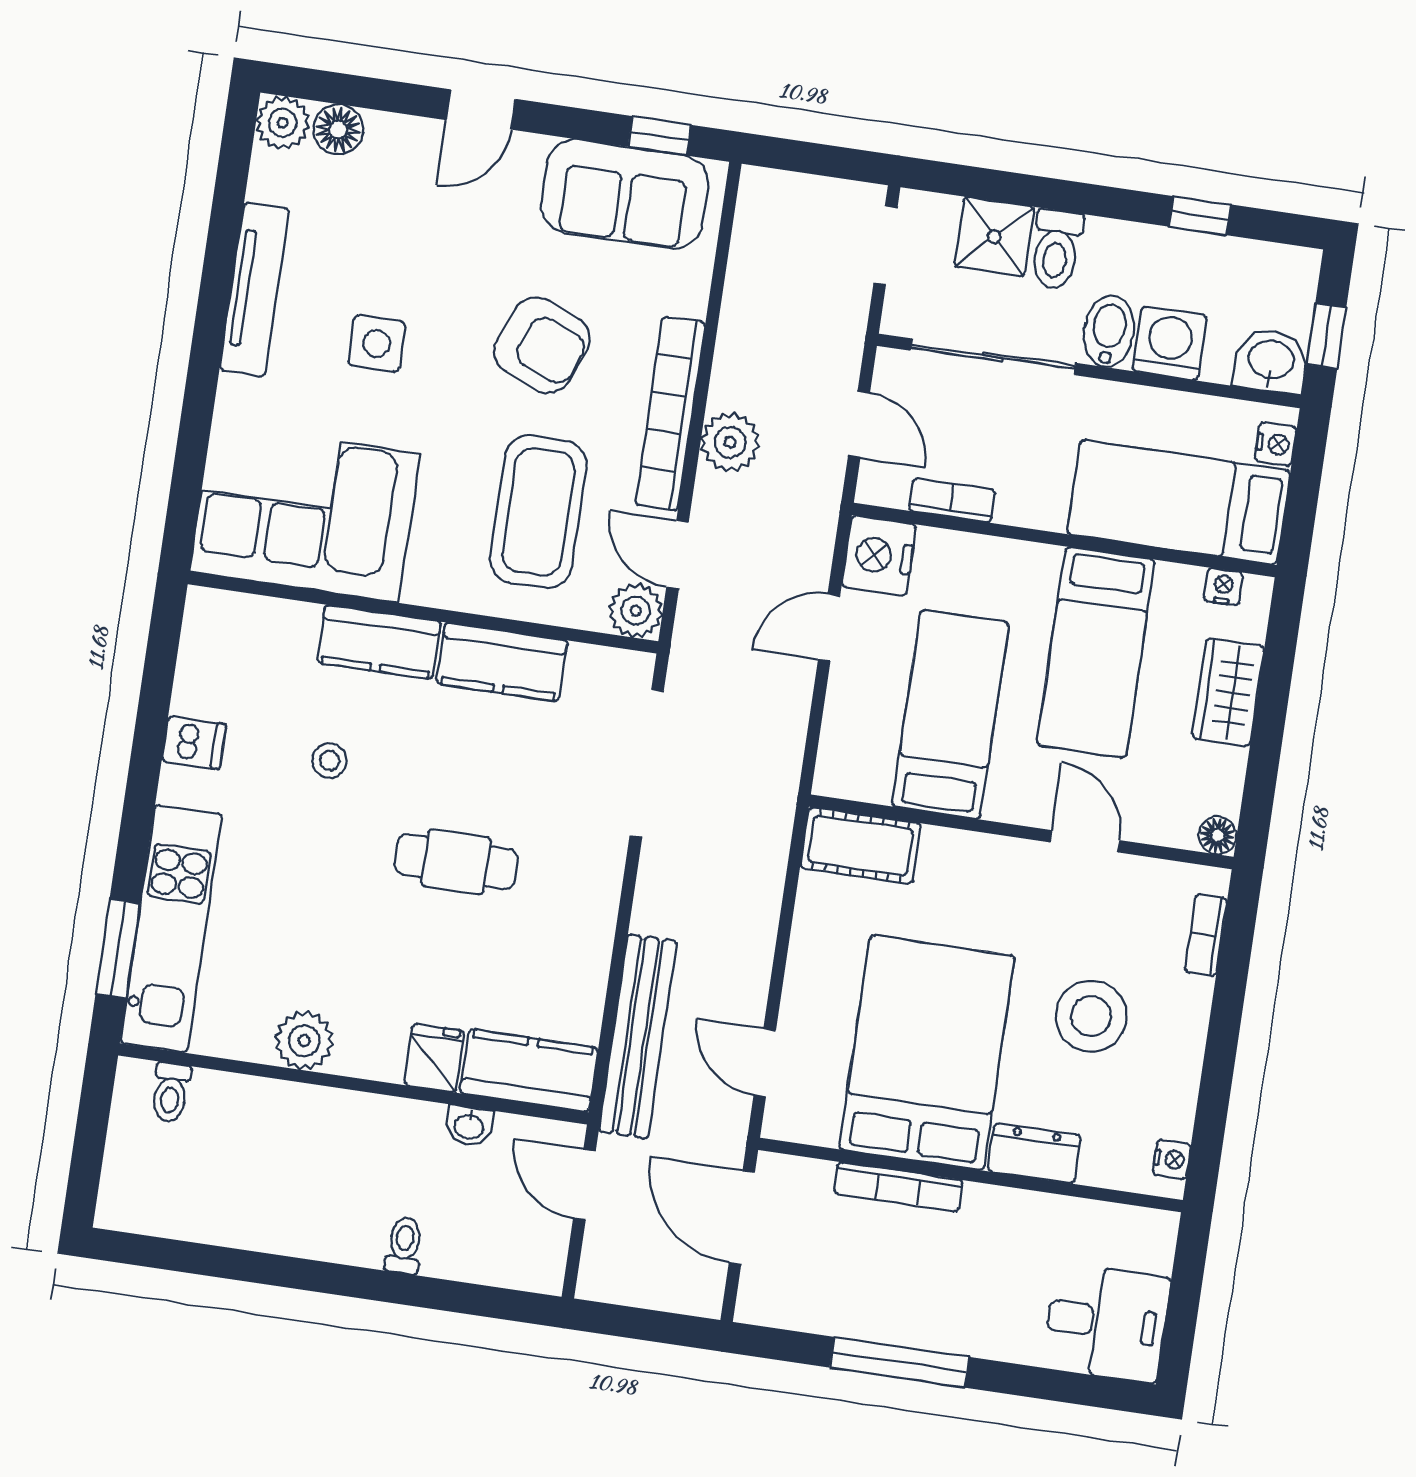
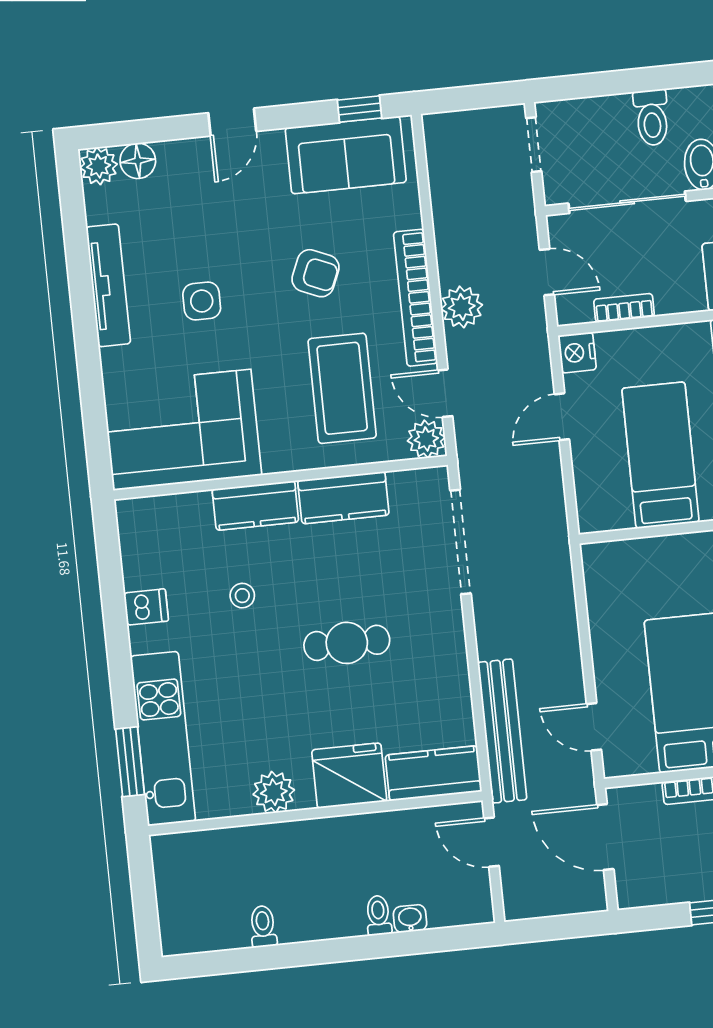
shower: (994, 237) -> (607, 120), removed
armchair: (542, 345) -> (316, 273), width x0.72, depth x0.72
nightstand: (879, 556) -> (577, 353), width x0.74, depth x0.75
cot: (861, 846) -> (622, 561), removed
fridge: (434, 1058) -> (349, 776), width x1.88, depth x1.34
toilet: (171, 1092) -> (263, 926), moved, turned 180
washbasin: (469, 1126) -> (410, 919), moved, turned 180

